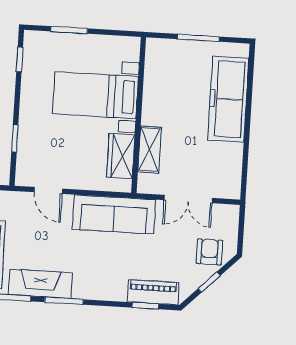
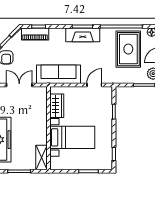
shelving: (150, 149) -> (42, 158), moved
door: (48, 190) -> (94, 85), hinge flipped
fireplace: (40, 284) -> (83, 35), moved

